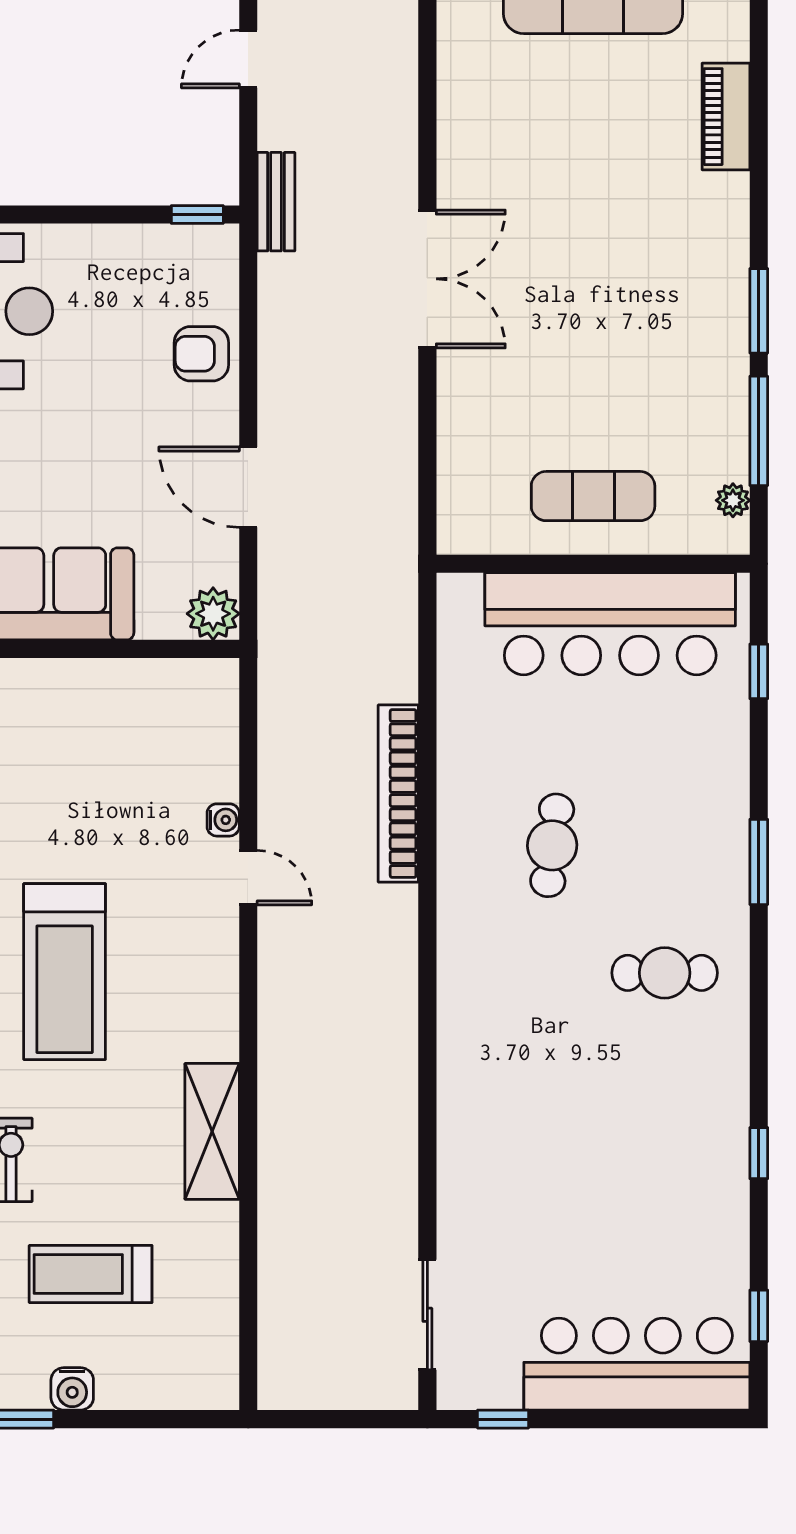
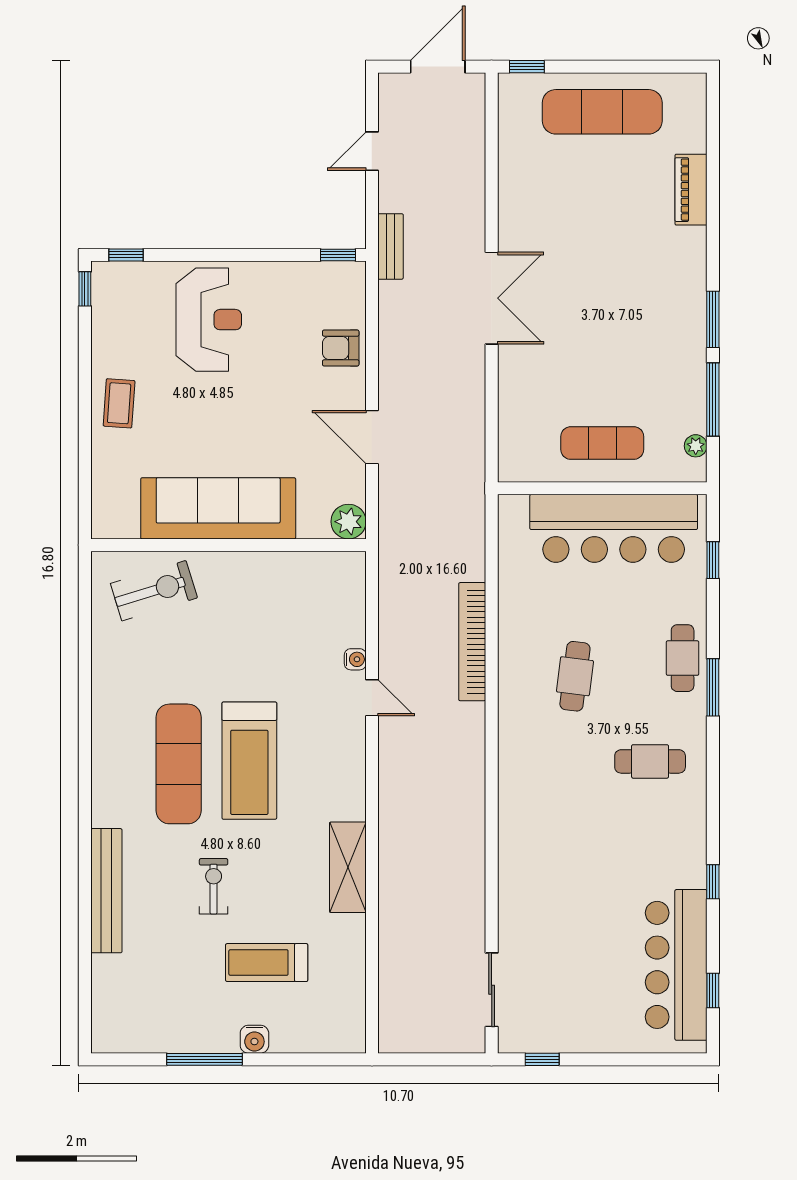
cafe table: (713, 818) -> (683, 658), added
bar counter: (637, 1364) -> (676, 965), moved, turned -90

